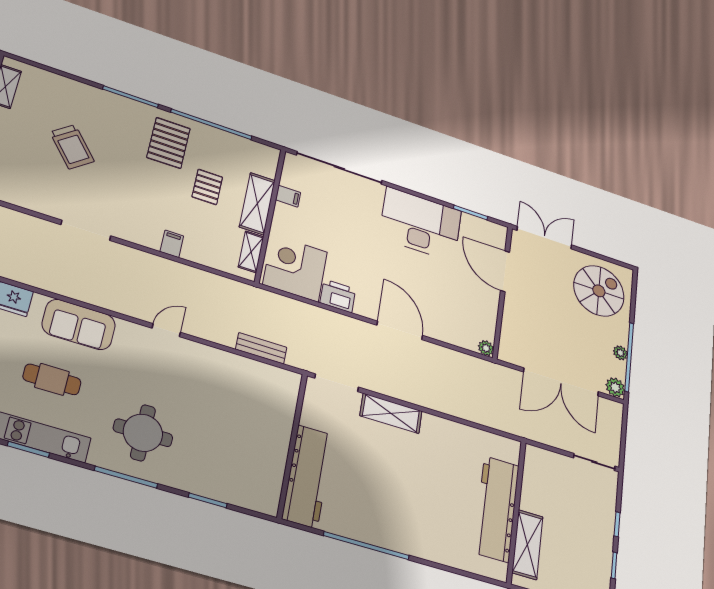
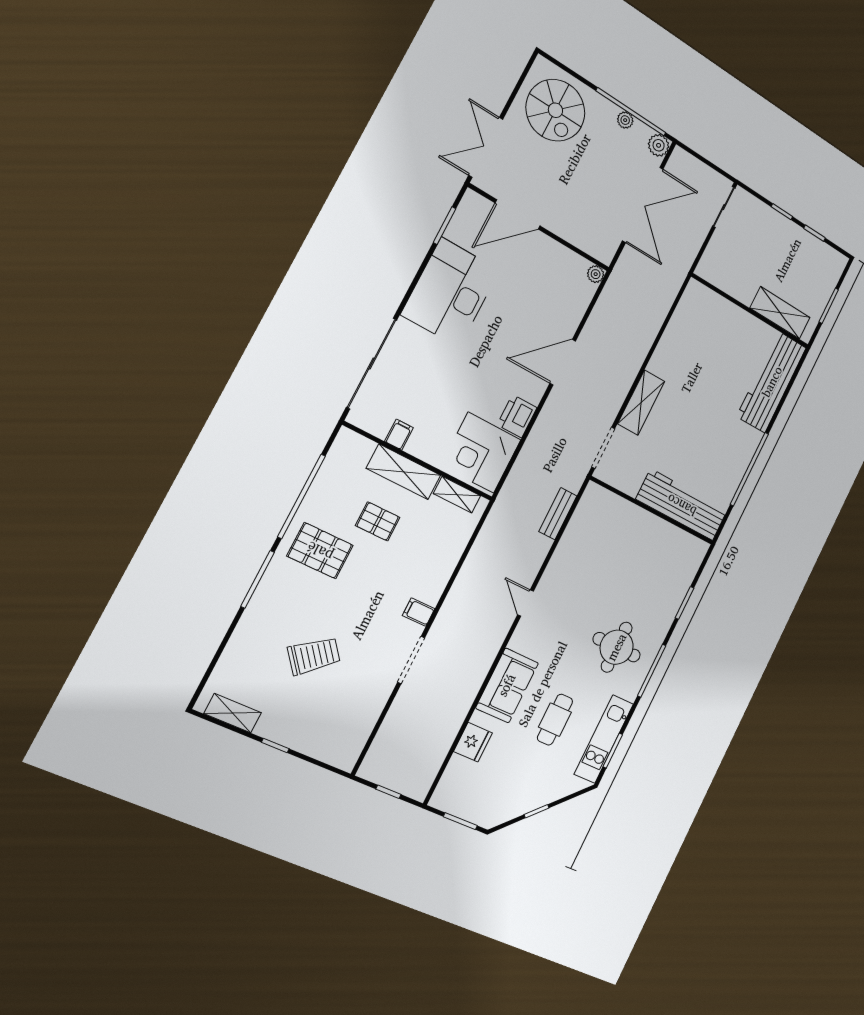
filing cabinet: (172, 244) -> (419, 612), moved
spiral stairs: (599, 291) -> (555, 110), turned 180
workbench: (497, 509) -> (772, 382), moved, turned 90

